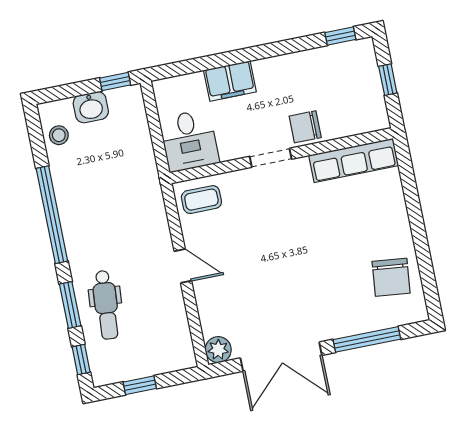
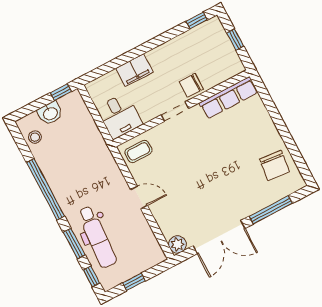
dental chair: (106, 305) -> (97, 237), width x1.36, depth x1.38

